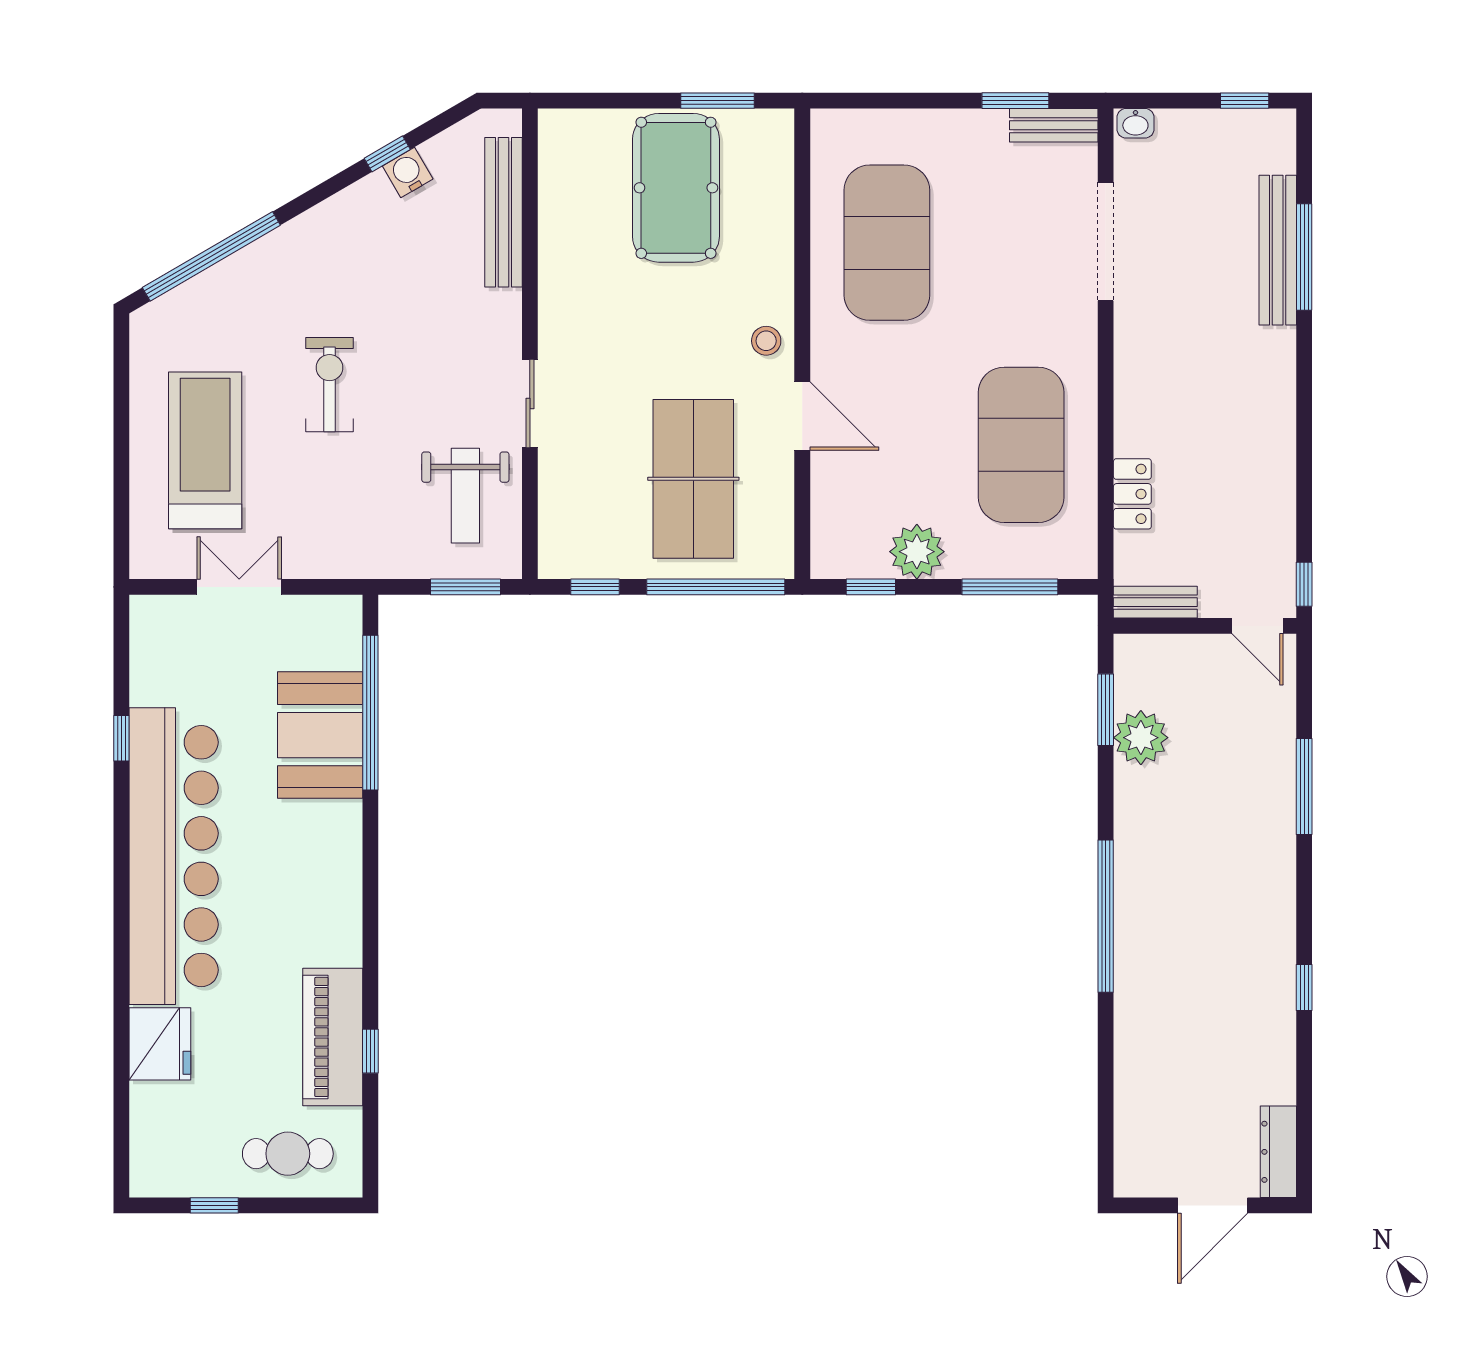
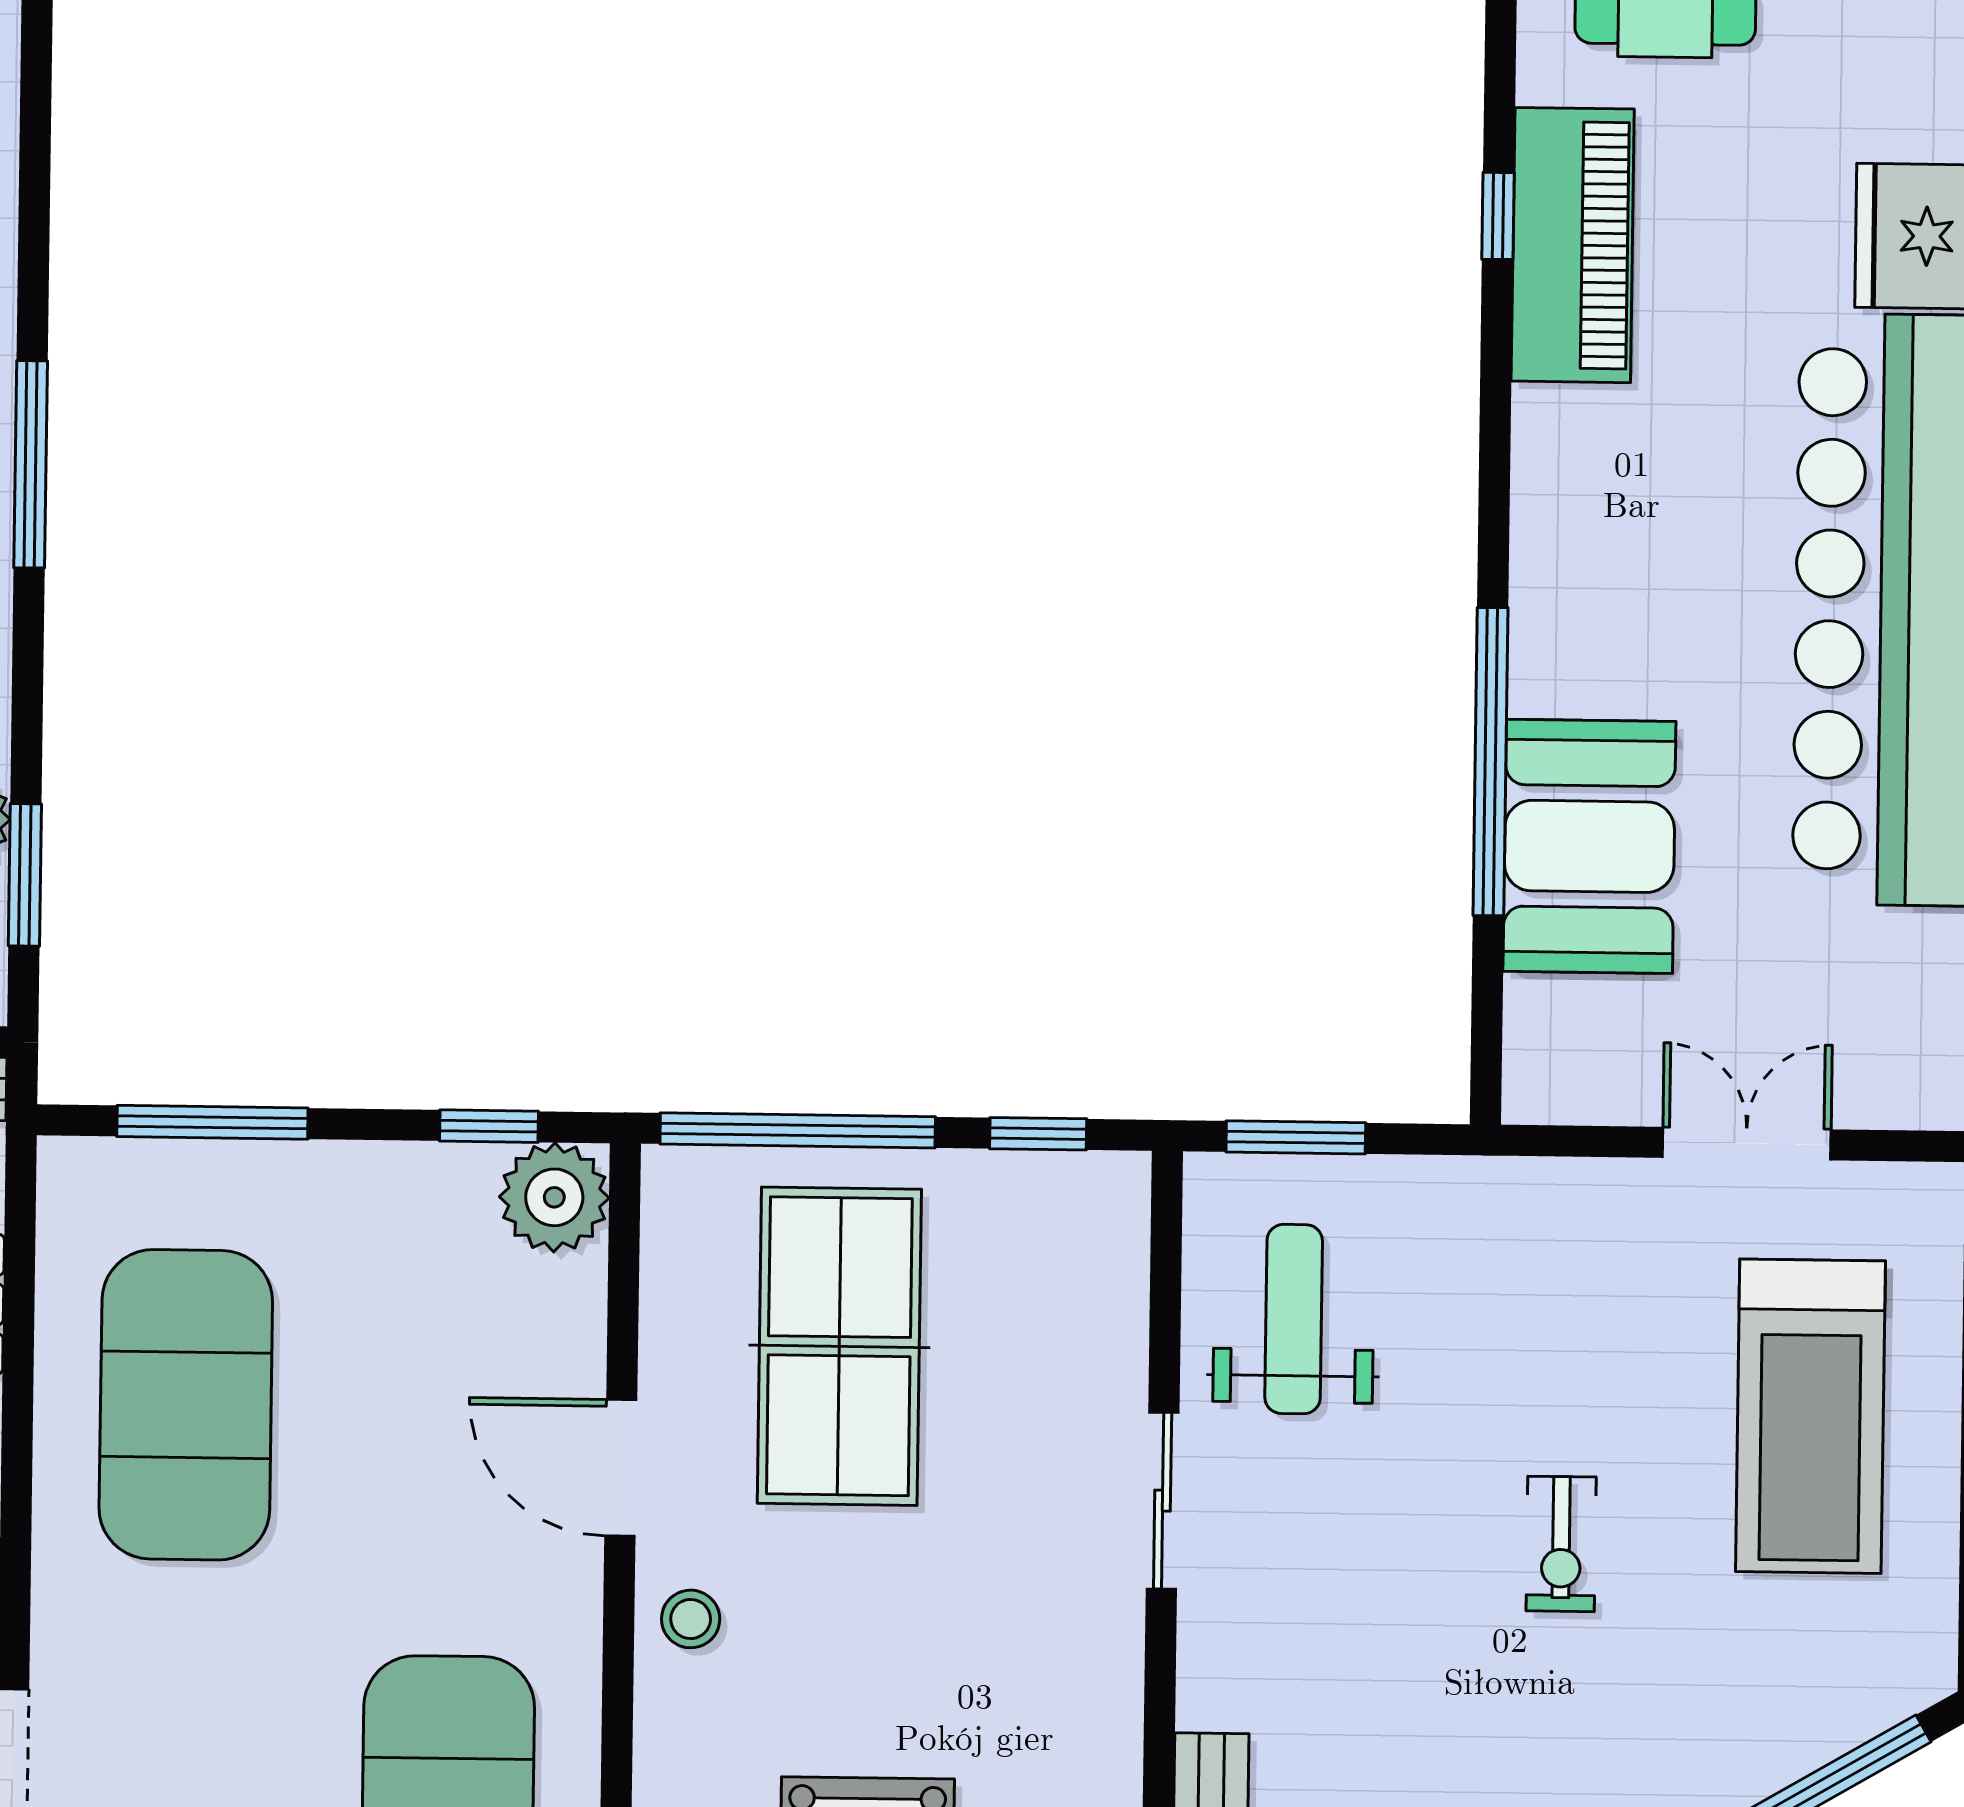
exercise bike: (329, 385) -> (1561, 1544), width x0.73, depth x0.72
plant: (917, 552) -> (554, 1197), moved
double door: (239, 587) -> (1747, 1144), swing flipped
window: (370, 713) -> (1490, 762), moved
window: (1106, 916) -> (31, 464), width x0.68

